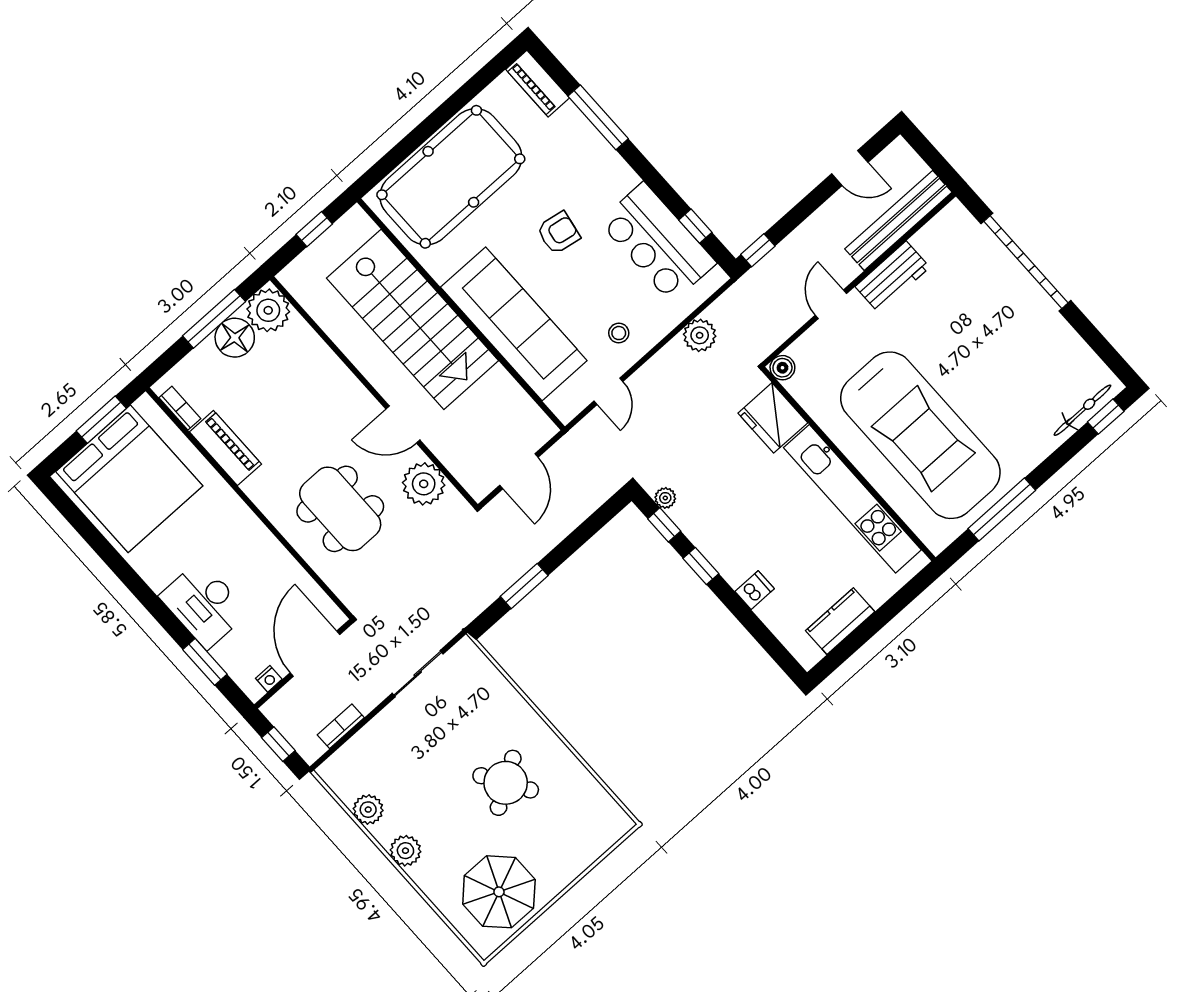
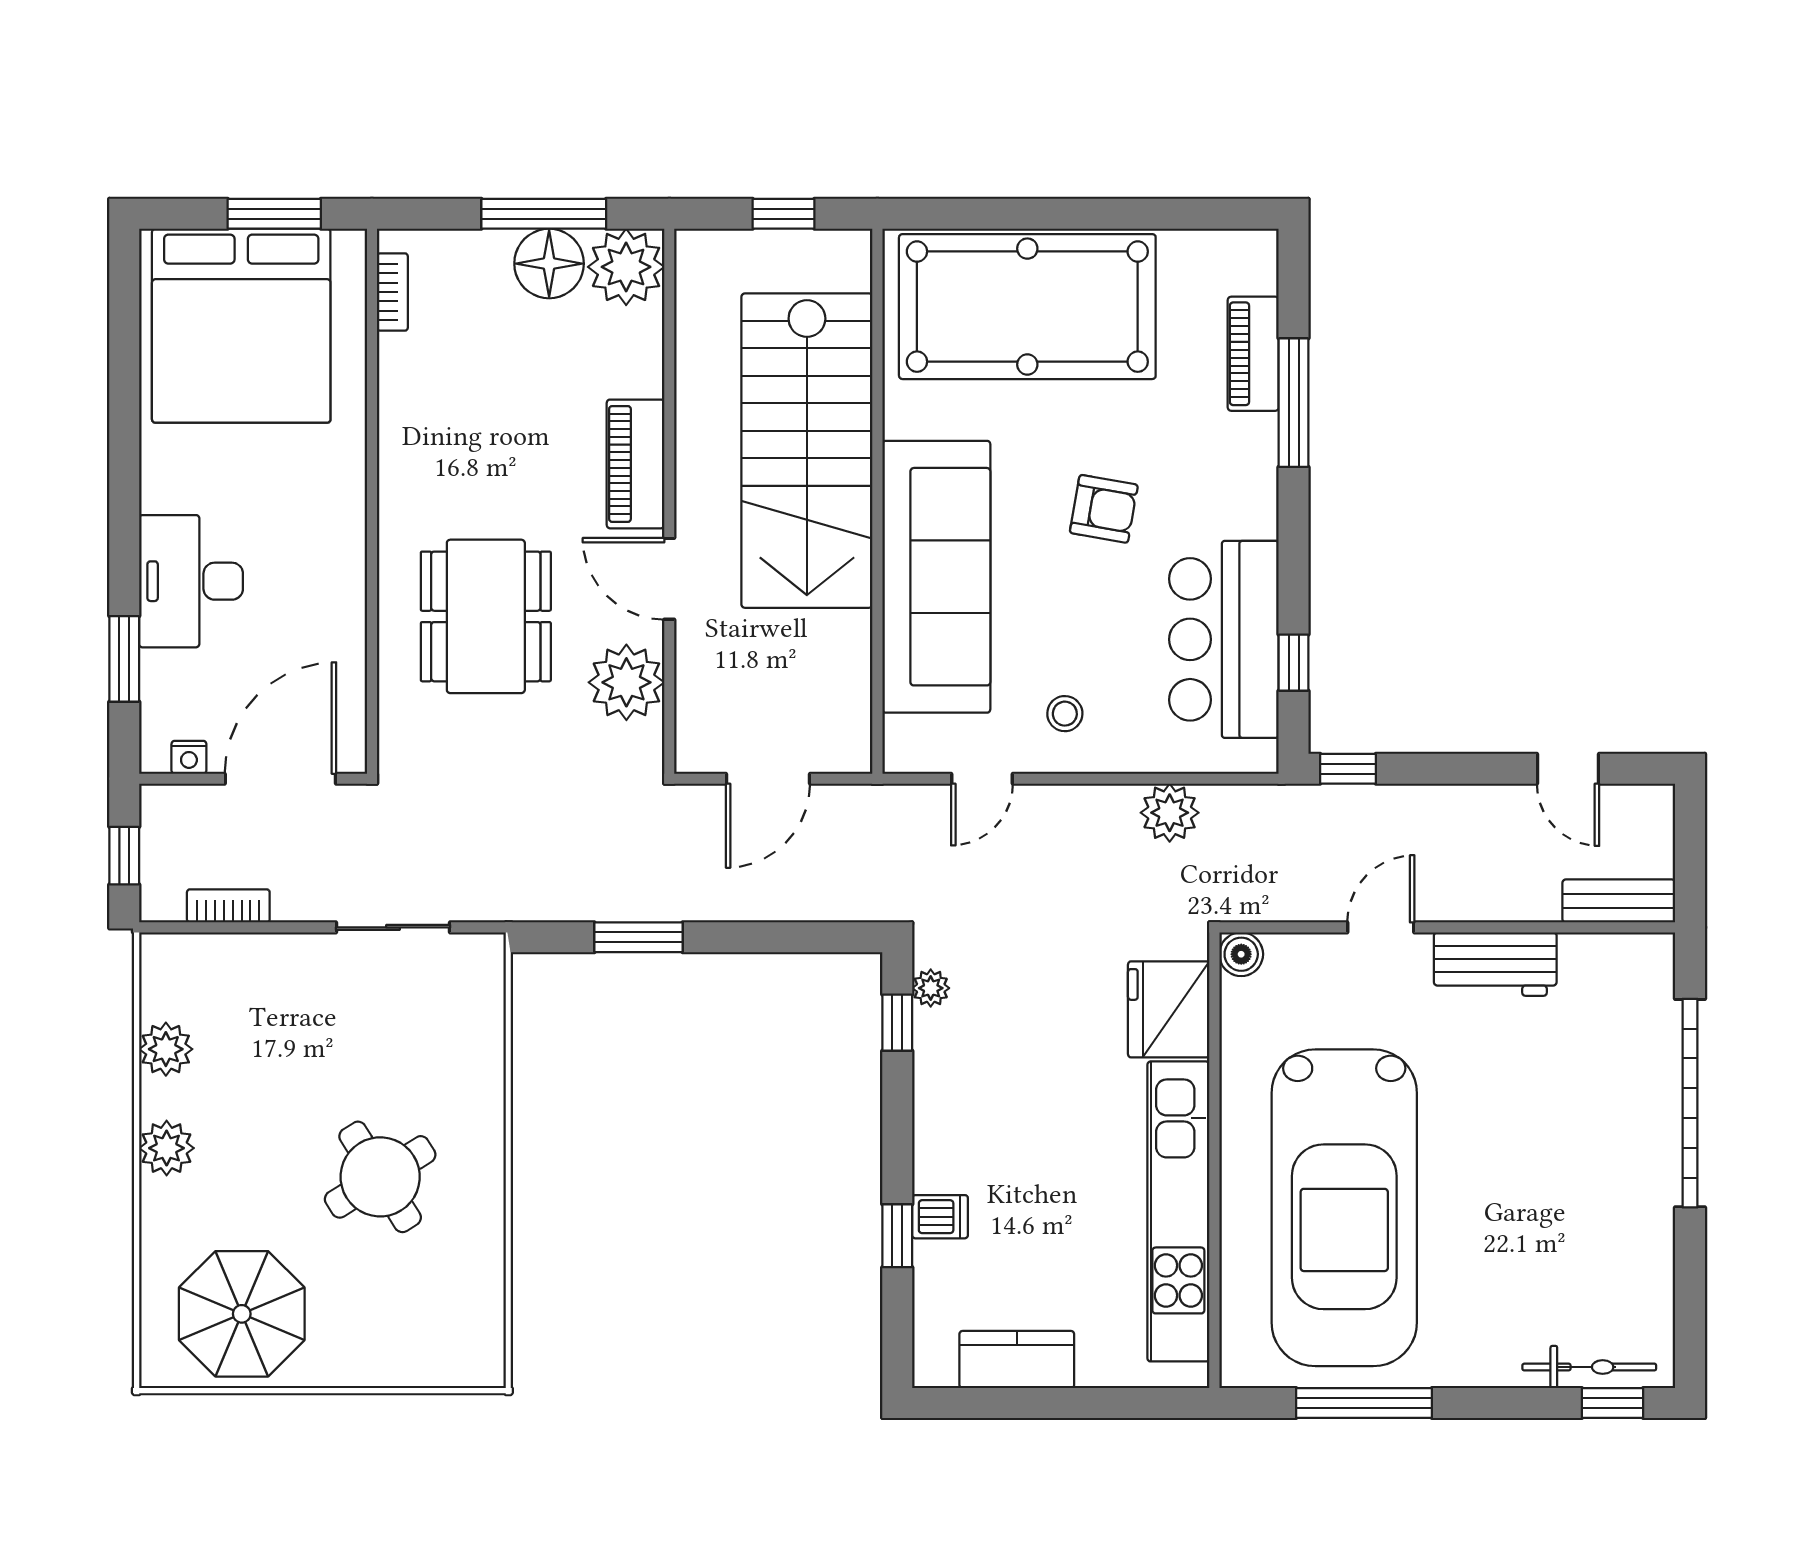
piano: (538, 84) -> (1253, 354), moved
bench: (898, 220) -> (1619, 901), width x0.54, depth x0.82
piano: (225, 448) -> (636, 464), moved, turned 180
window: (701, 566) -> (897, 1236), moved

